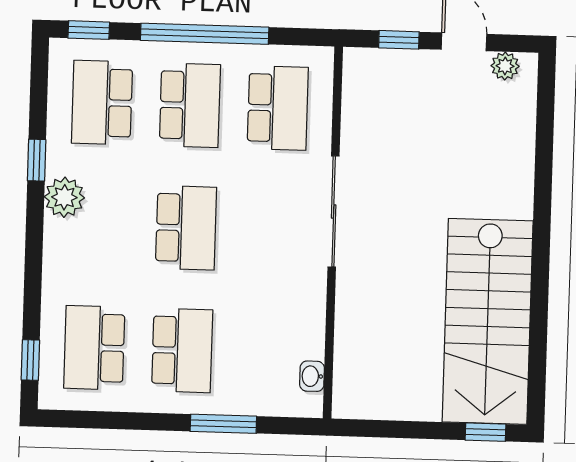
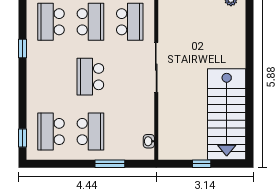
plant: (64, 197) -> (36, 65), removed
school desk: (186, 228) -> (90, 77), turned 180
window: (485, 432) -> (202, 164), moved

